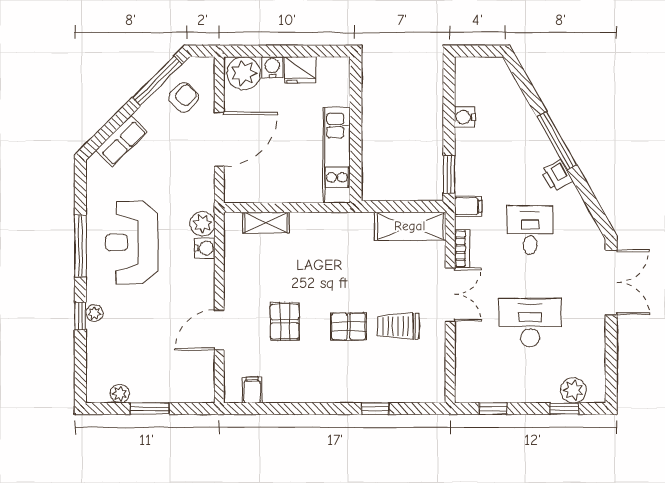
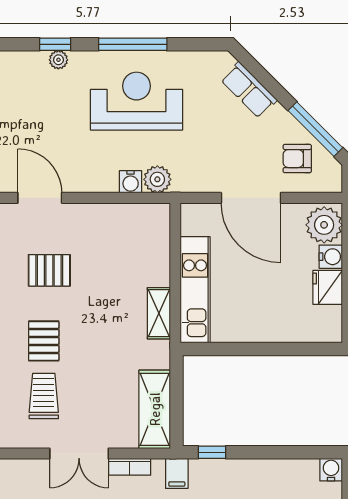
armchair: (184, 97) -> (297, 159), turned 135
water cooler: (465, 117) -> (331, 470), moved
kitchen unit: (337, 155) -> (195, 290), moved, turned 90
window: (449, 174) -> (212, 452), width x0.67
shelving: (266, 222) -> (159, 313), moved

